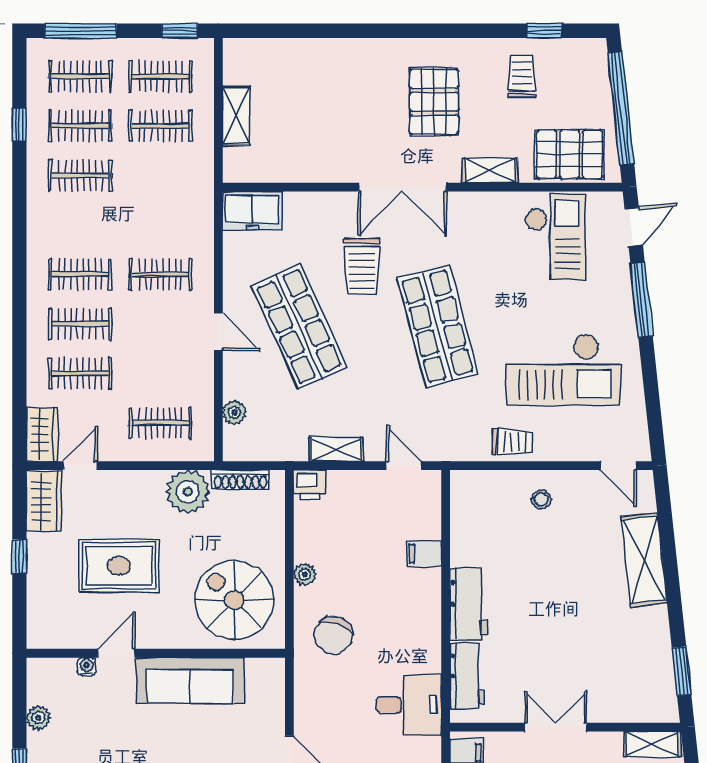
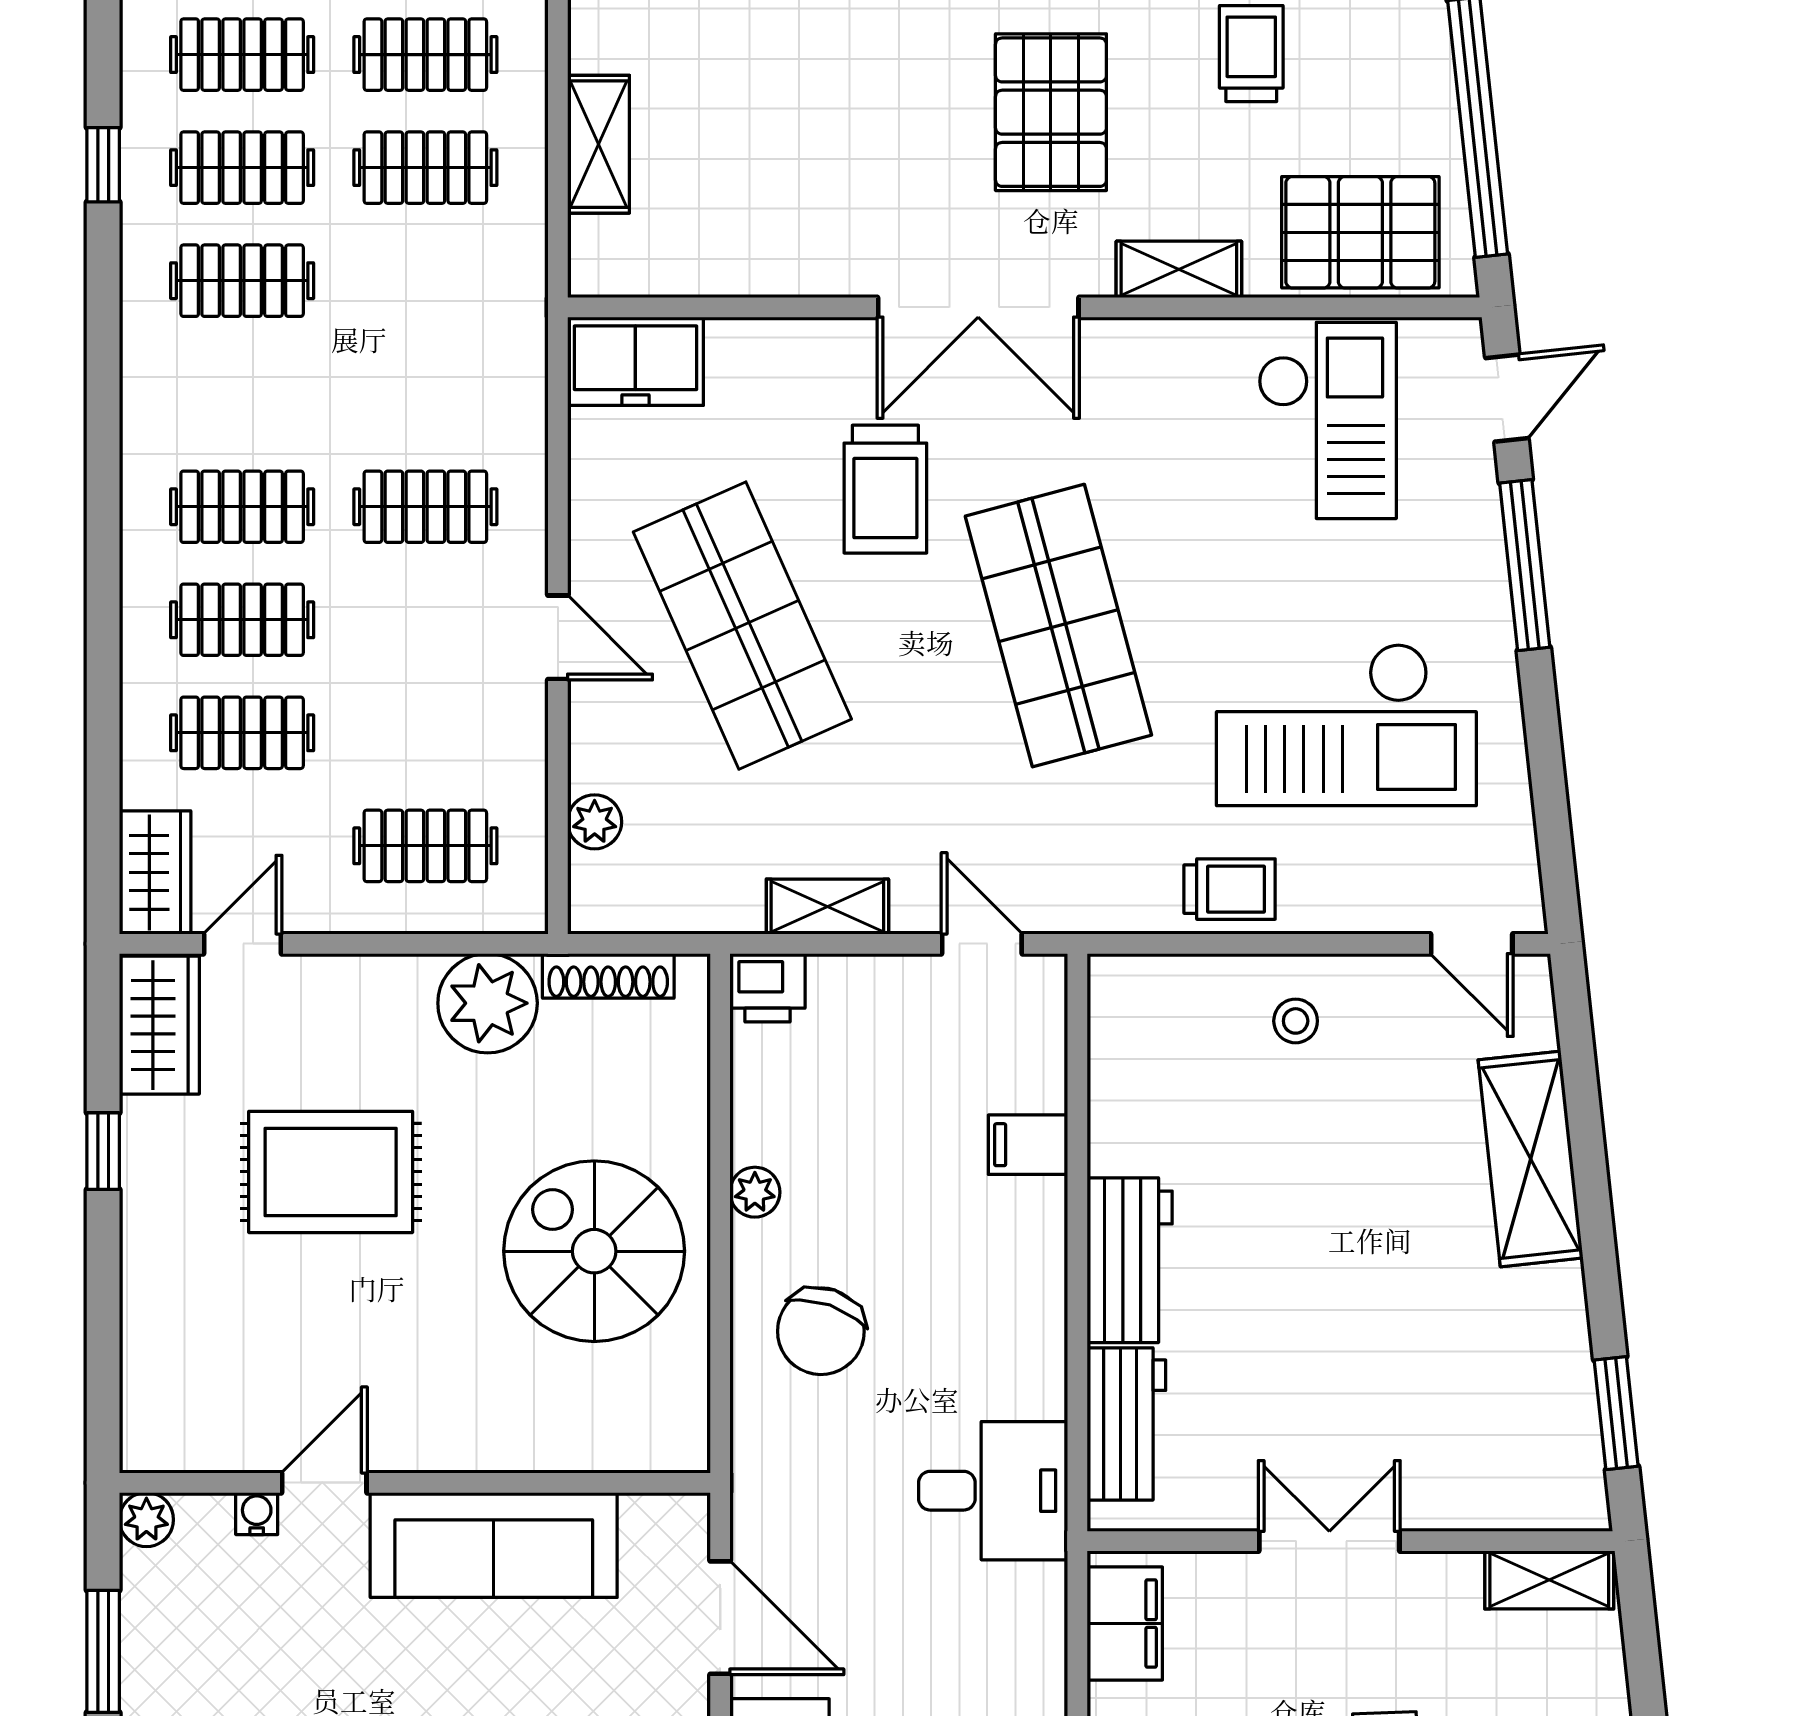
door: (116, 653) -> (324, 1483), moved
wall: (156, 653) -> (415, 1483), moved
water cooler: (87, 667) -> (257, 1514), moved
sofa: (190, 680) -> (494, 1545), moved

